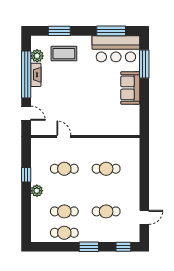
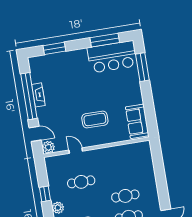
coffee table: (64, 54) -> (95, 119), moved
plant: (37, 56) -> (48, 147), moved
sofa: (130, 88) -> (137, 121), moved
cafe table: (106, 169) -> (125, 196), moved

